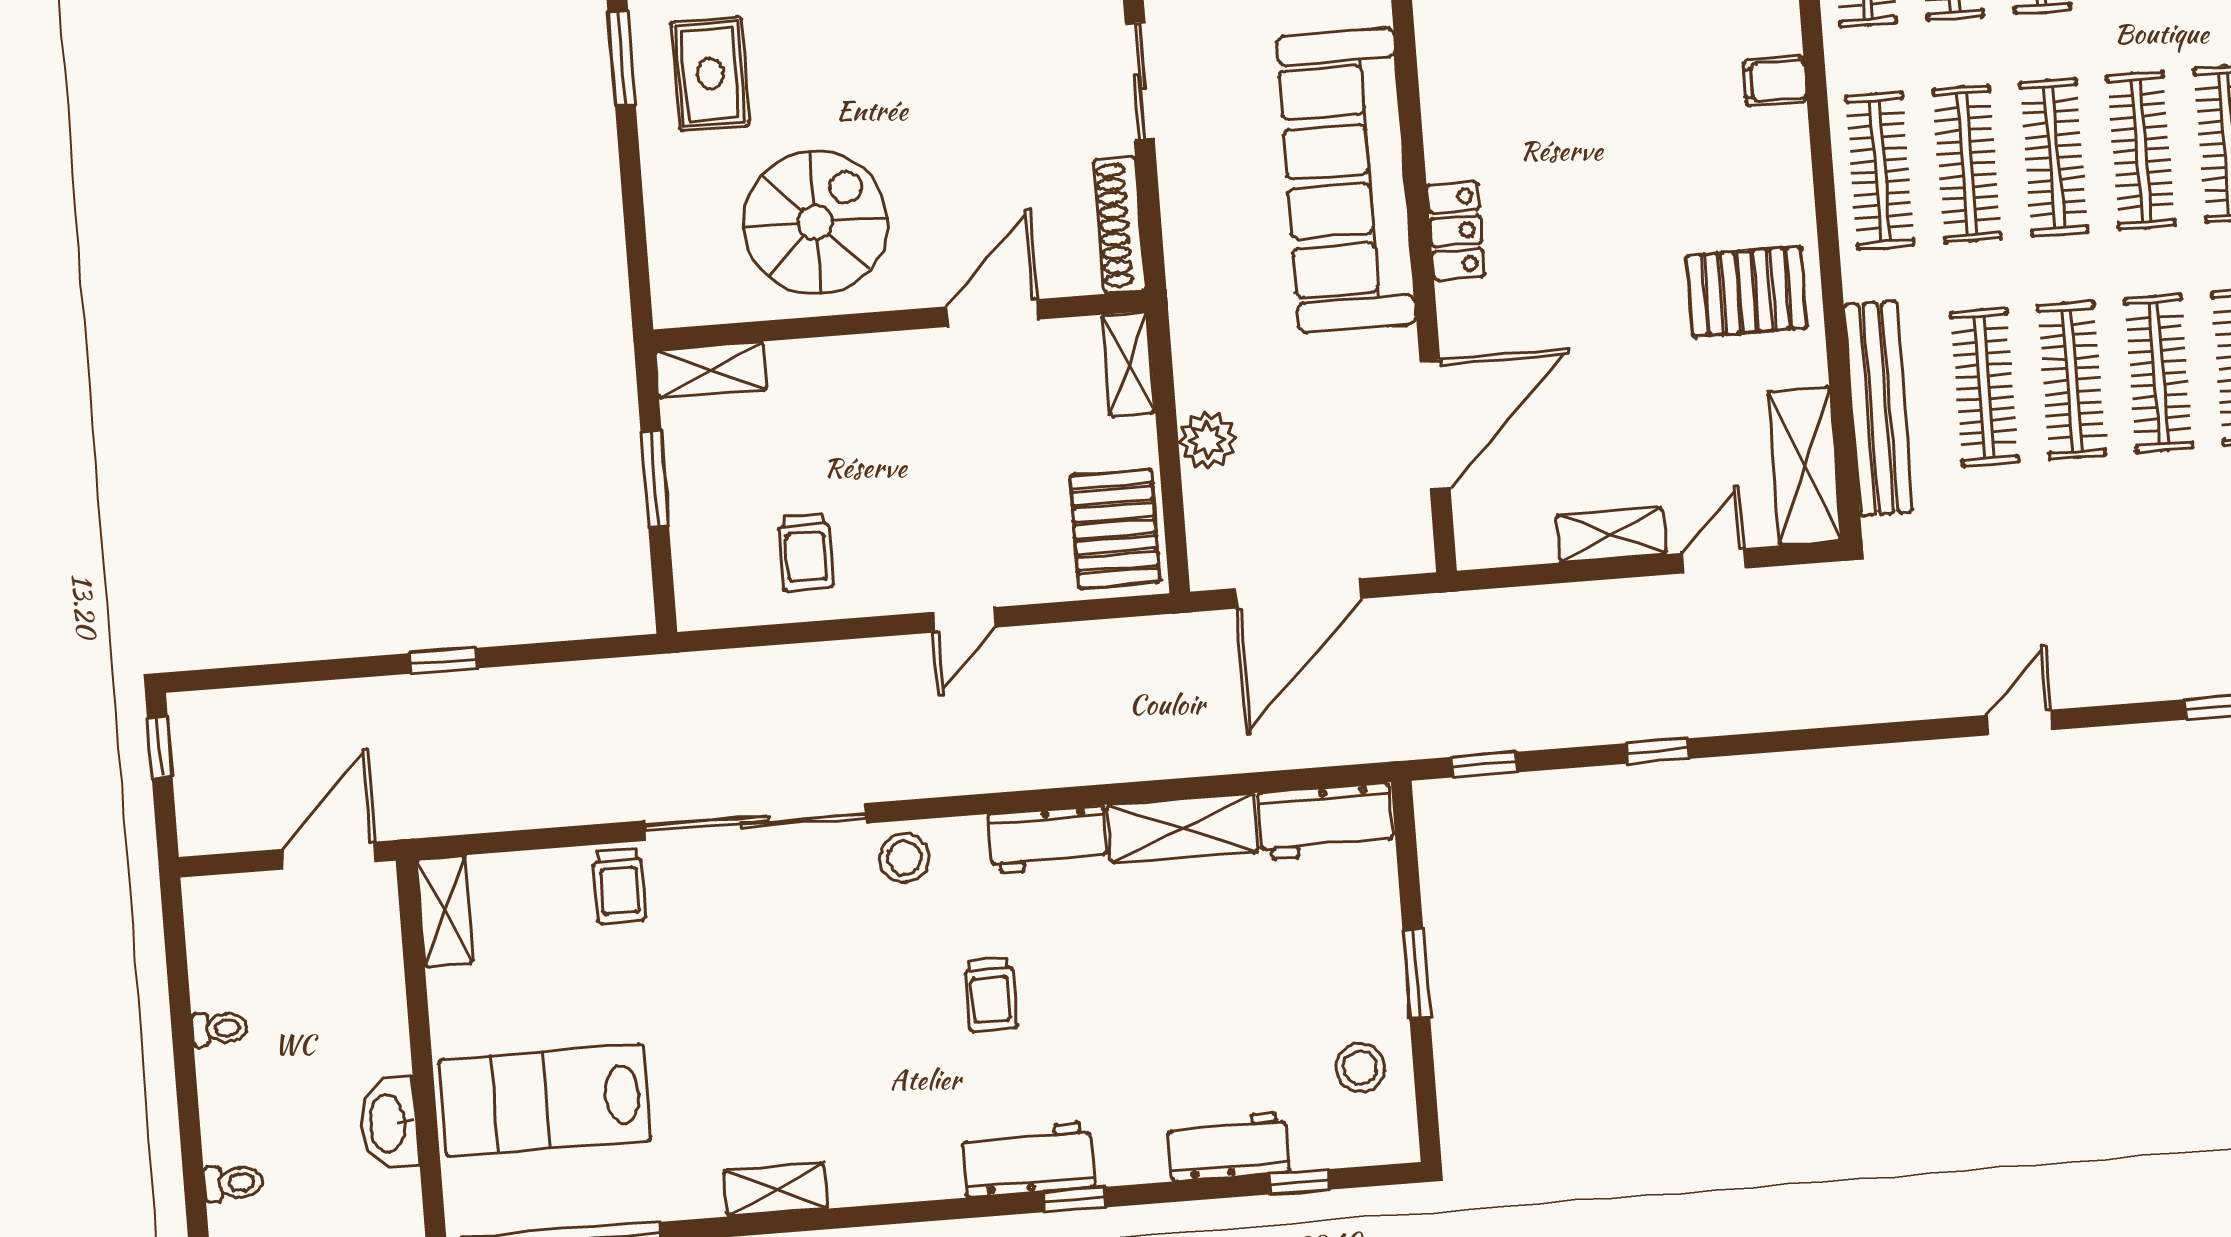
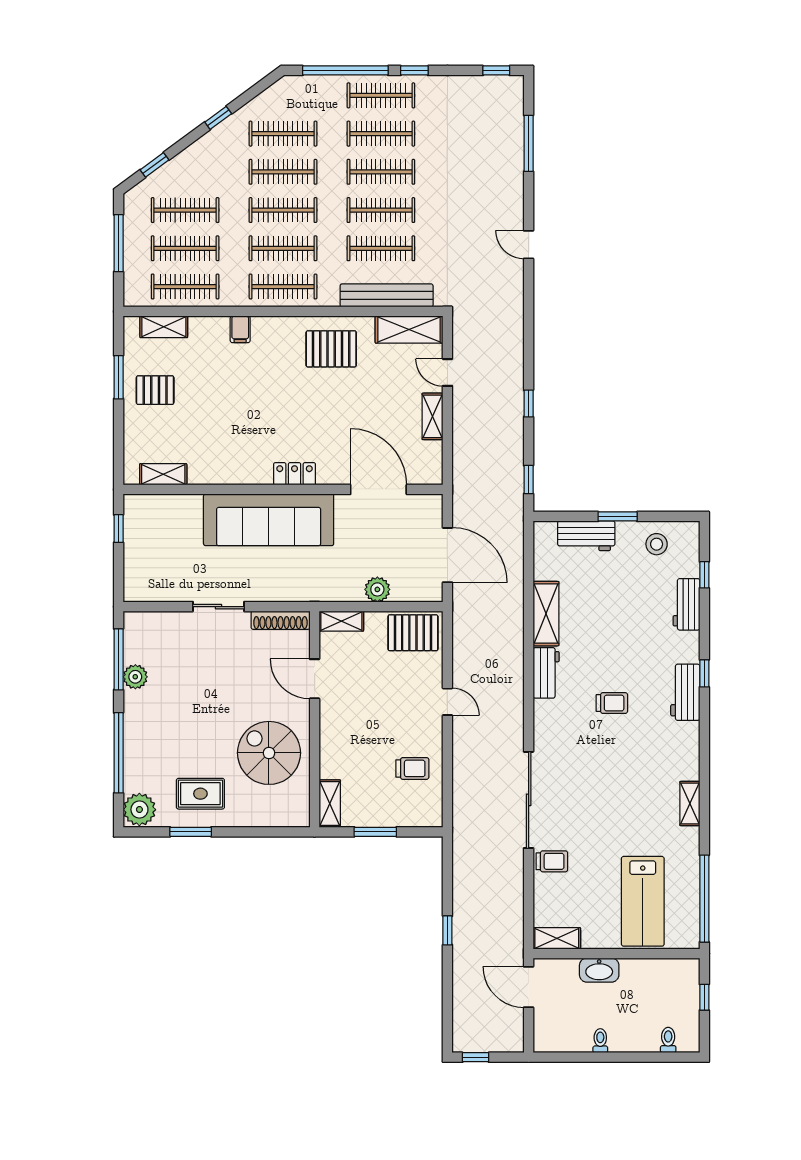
pallet: (1747, 292) -> (331, 349), turned 90
workbench: (1325, 821) -> (586, 536), moved, turned 90
stool: (904, 858) -> (549, 736), removed
washbasin: (389, 1123) -> (599, 970), moved

